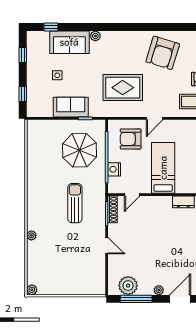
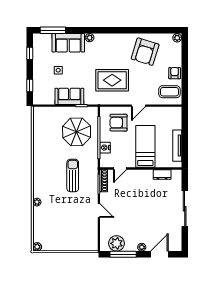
window: (51, 27) -> (53, 30), width x2.17

